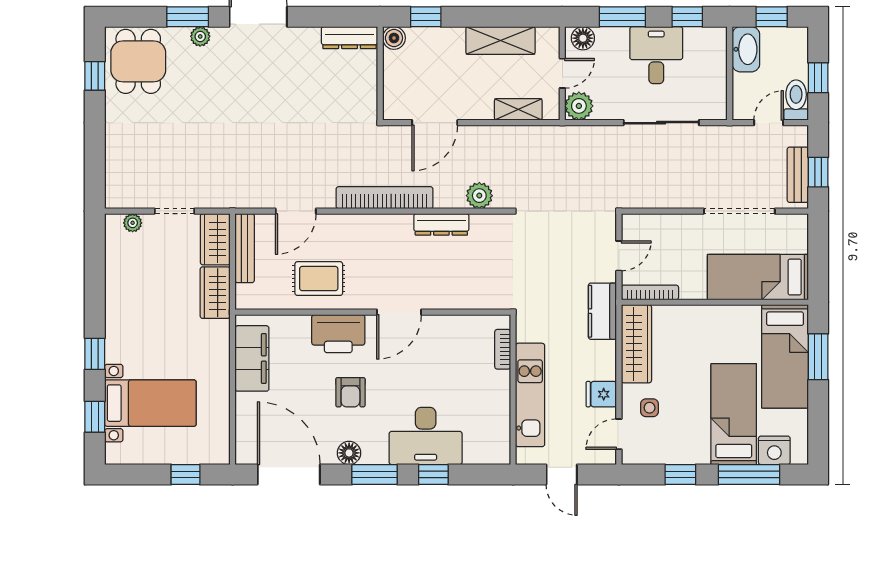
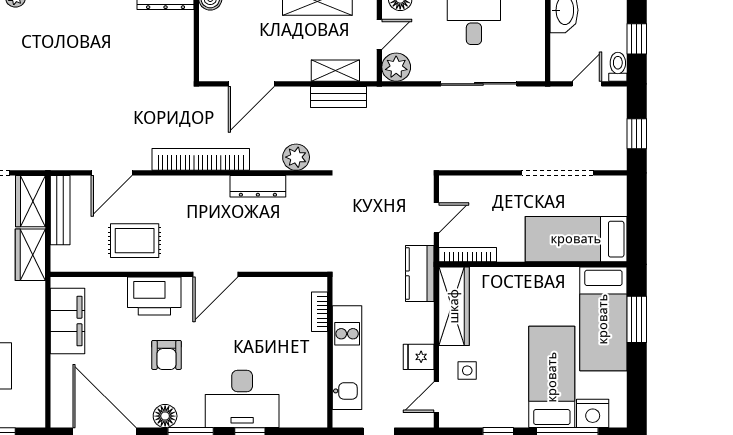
toilet: (796, 100) -> (618, 67), width x0.73, depth x0.72
bench: (798, 175) -> (339, 97), moved, turned 90

